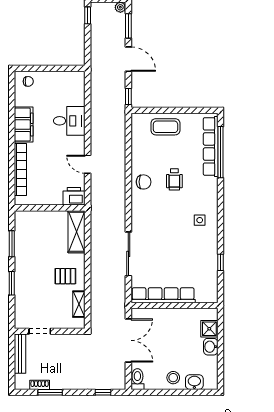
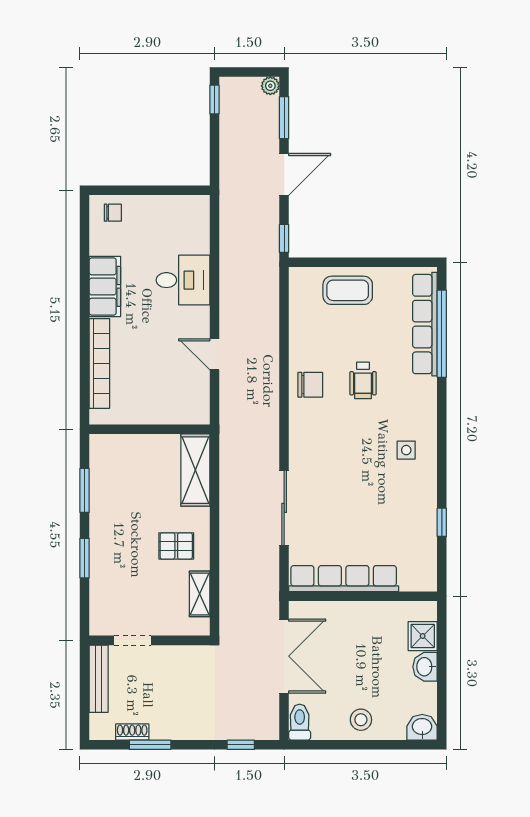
door: (128, 59) -> (284, 174), hinge flipped
printer: (74, 196) -> (191, 409), removed
washbasin: (194, 382) -> (422, 727), moved

